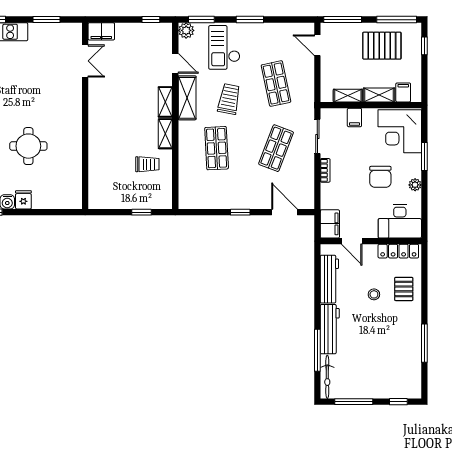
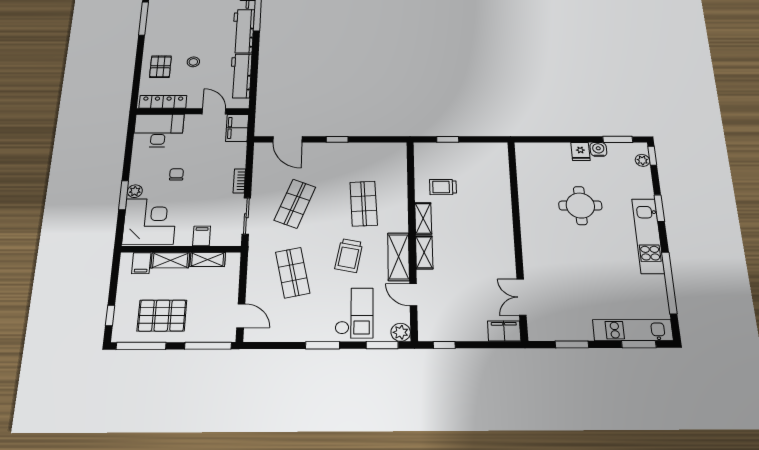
chair: (380, 177) -> (176, 174), width x0.54, depth x0.54
plant: (415, 185) -> (135, 191), moved

